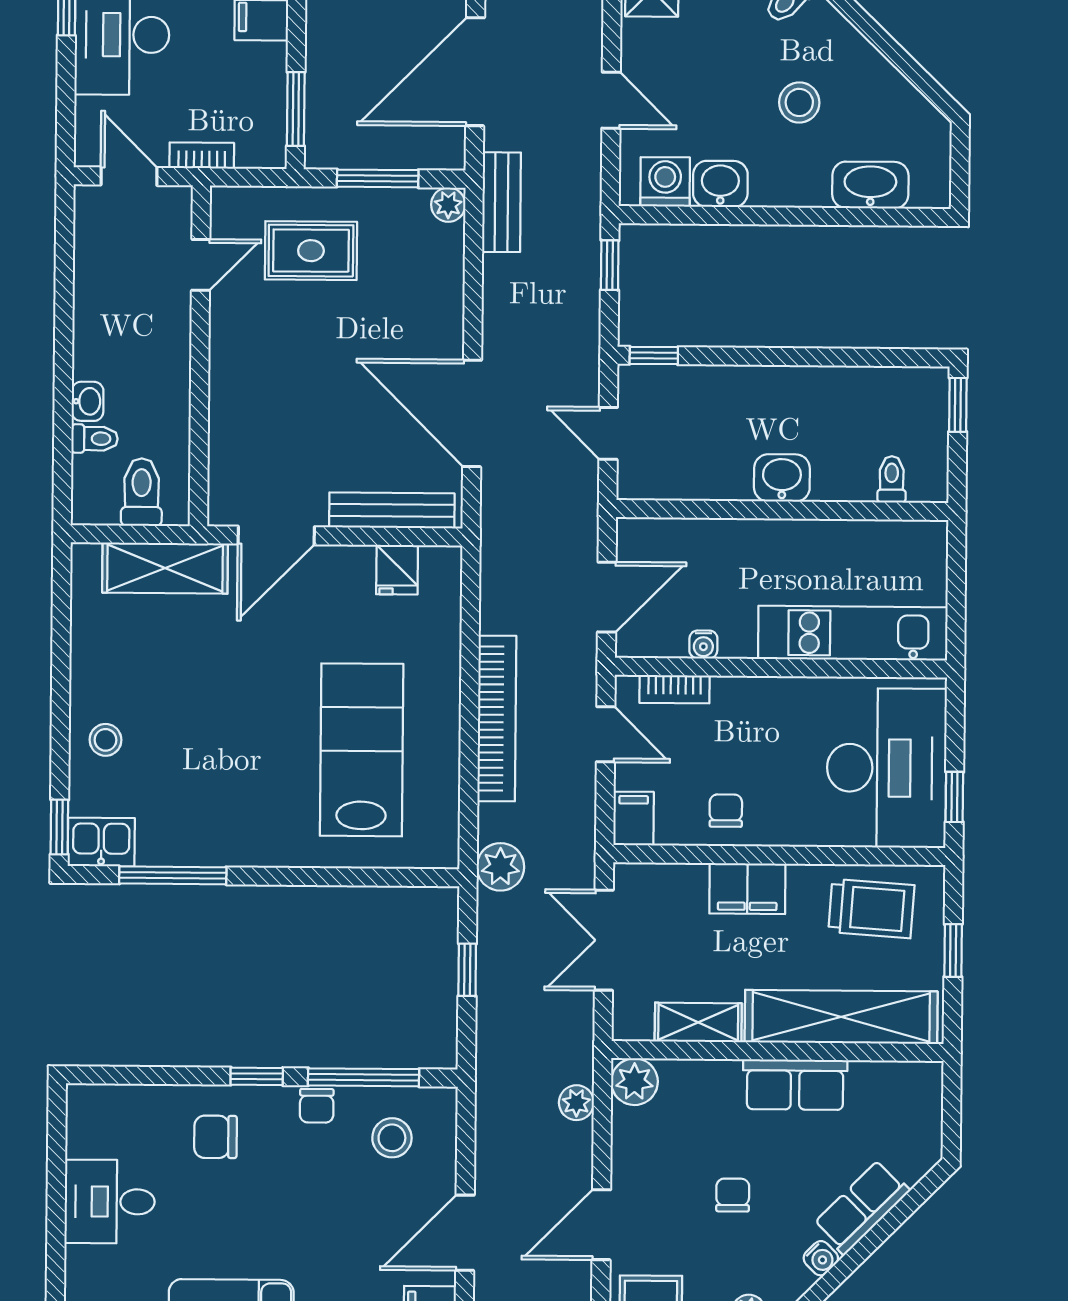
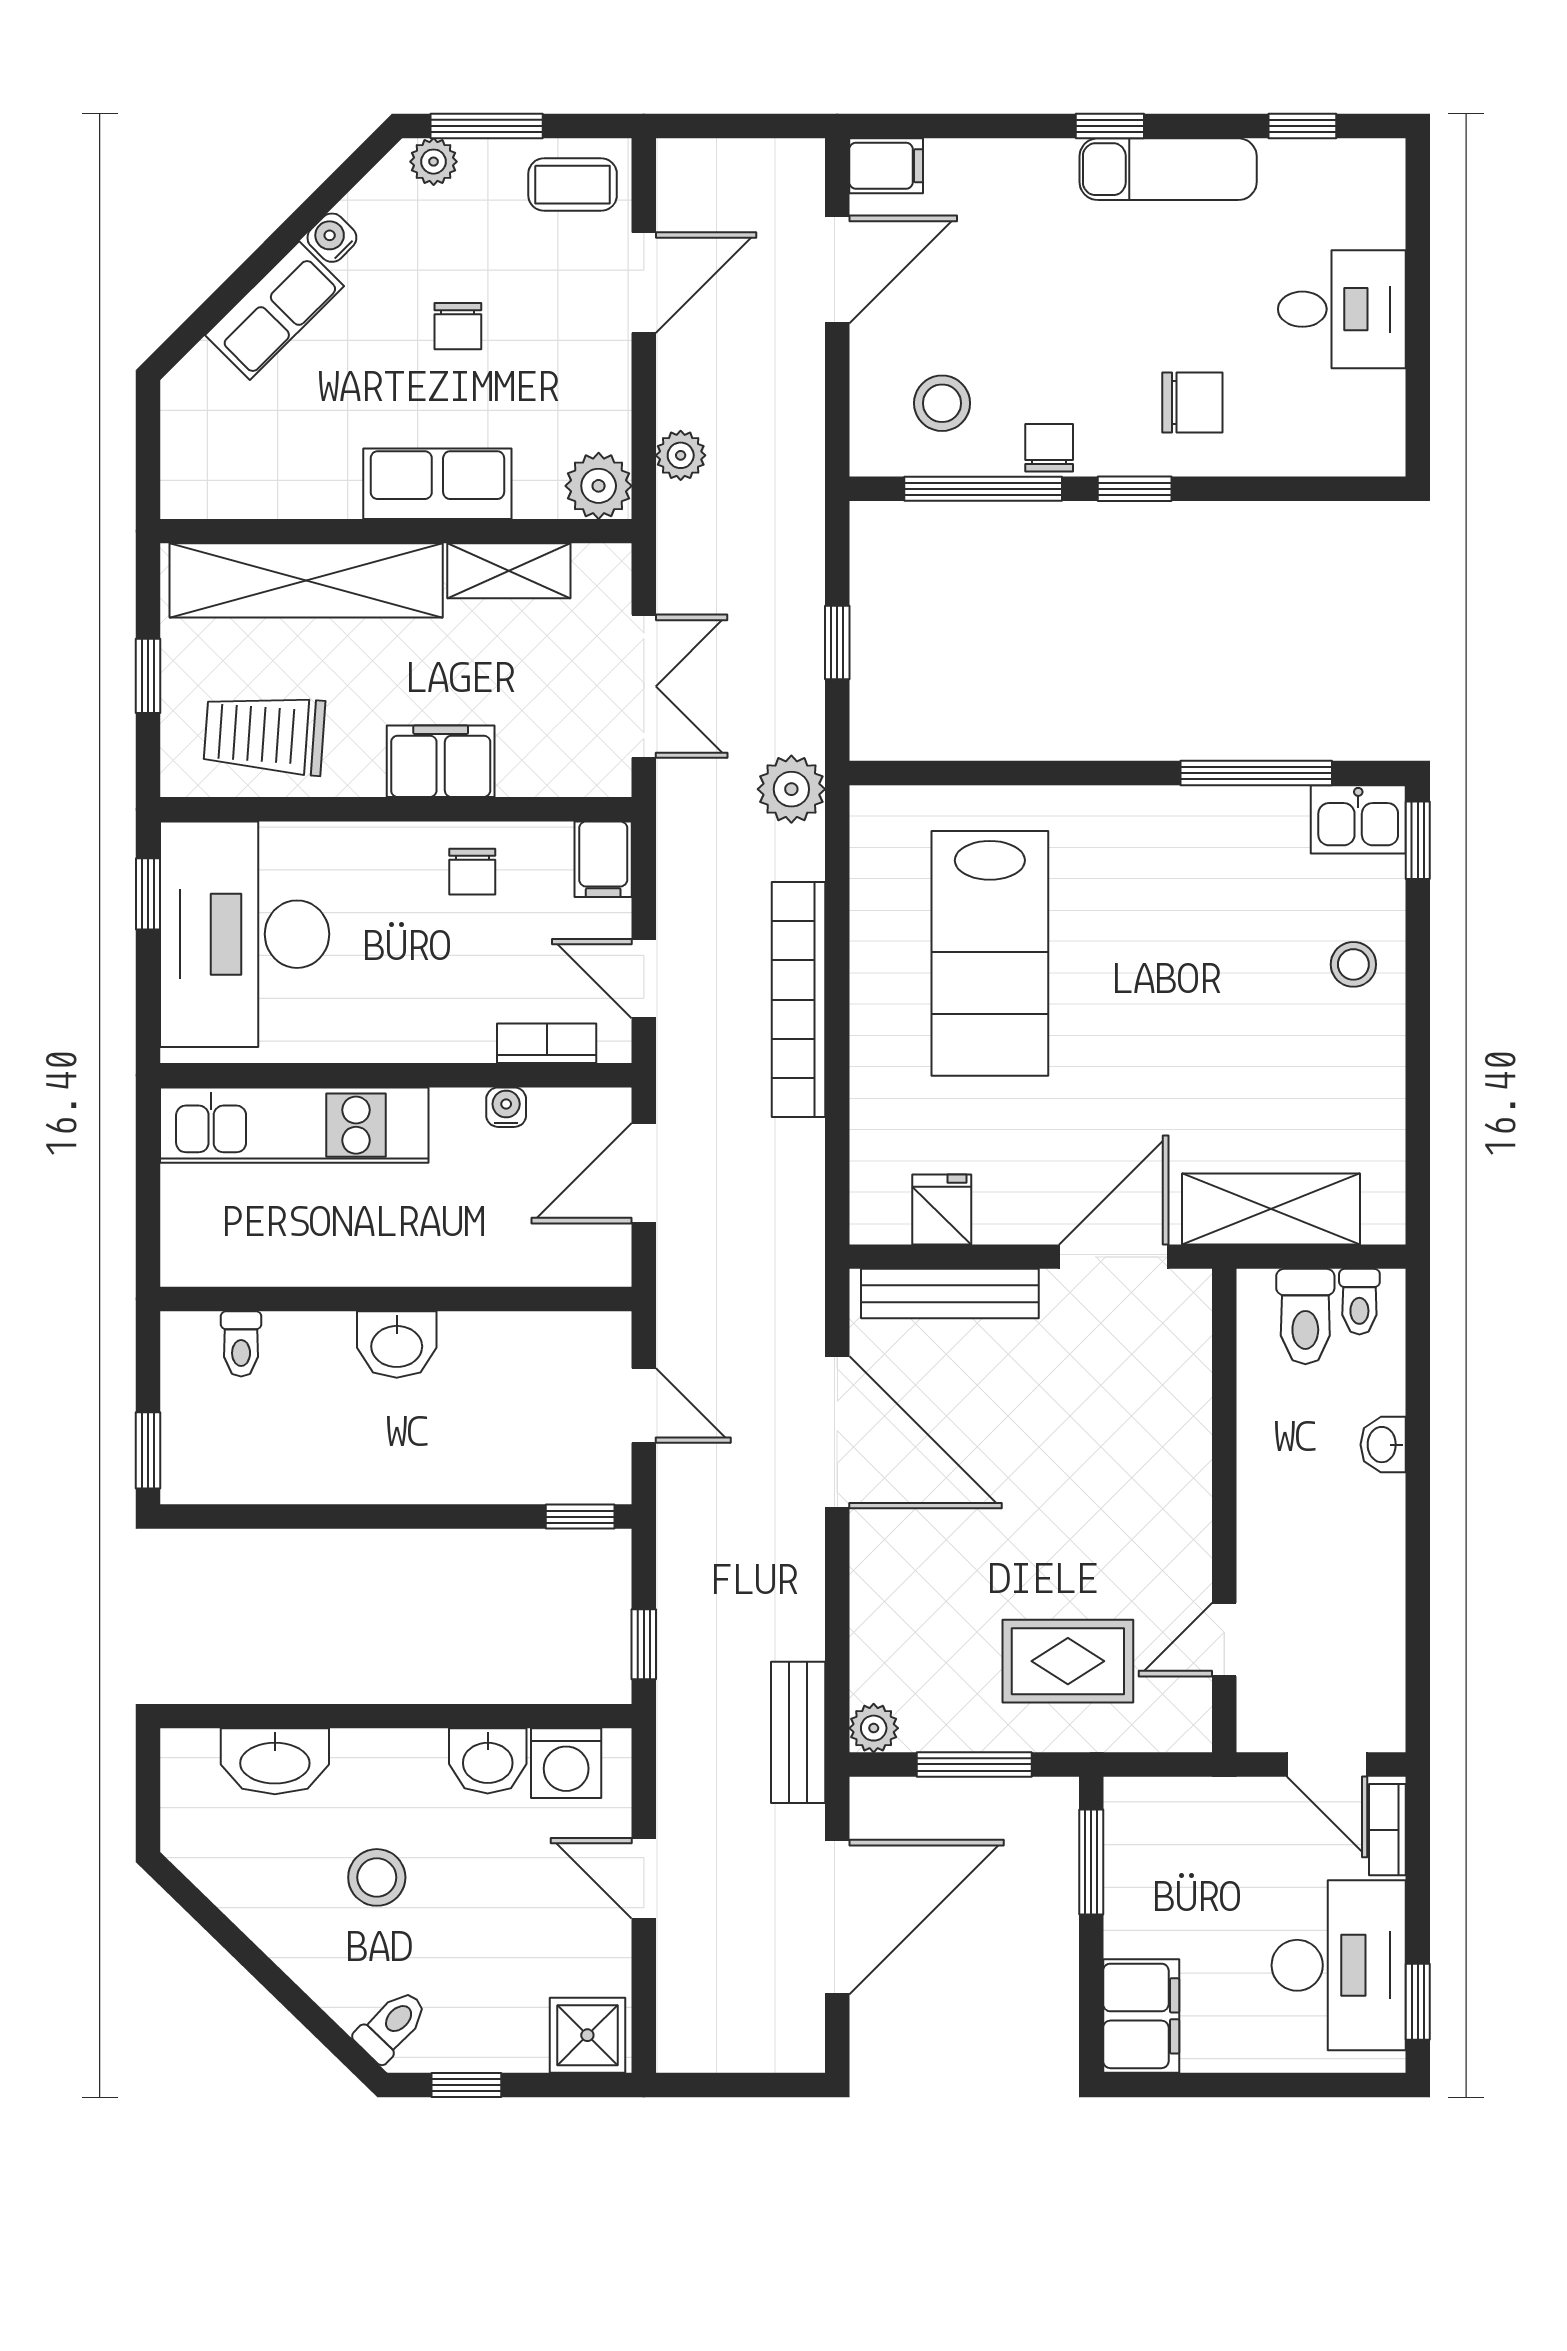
bookcase: (202, 155) -> (1387, 1830), moved, turned 90
toilet: (95, 439) -> (1359, 1302), moved, turned -90
row of seats: (795, 1085) -> (437, 484), moved

